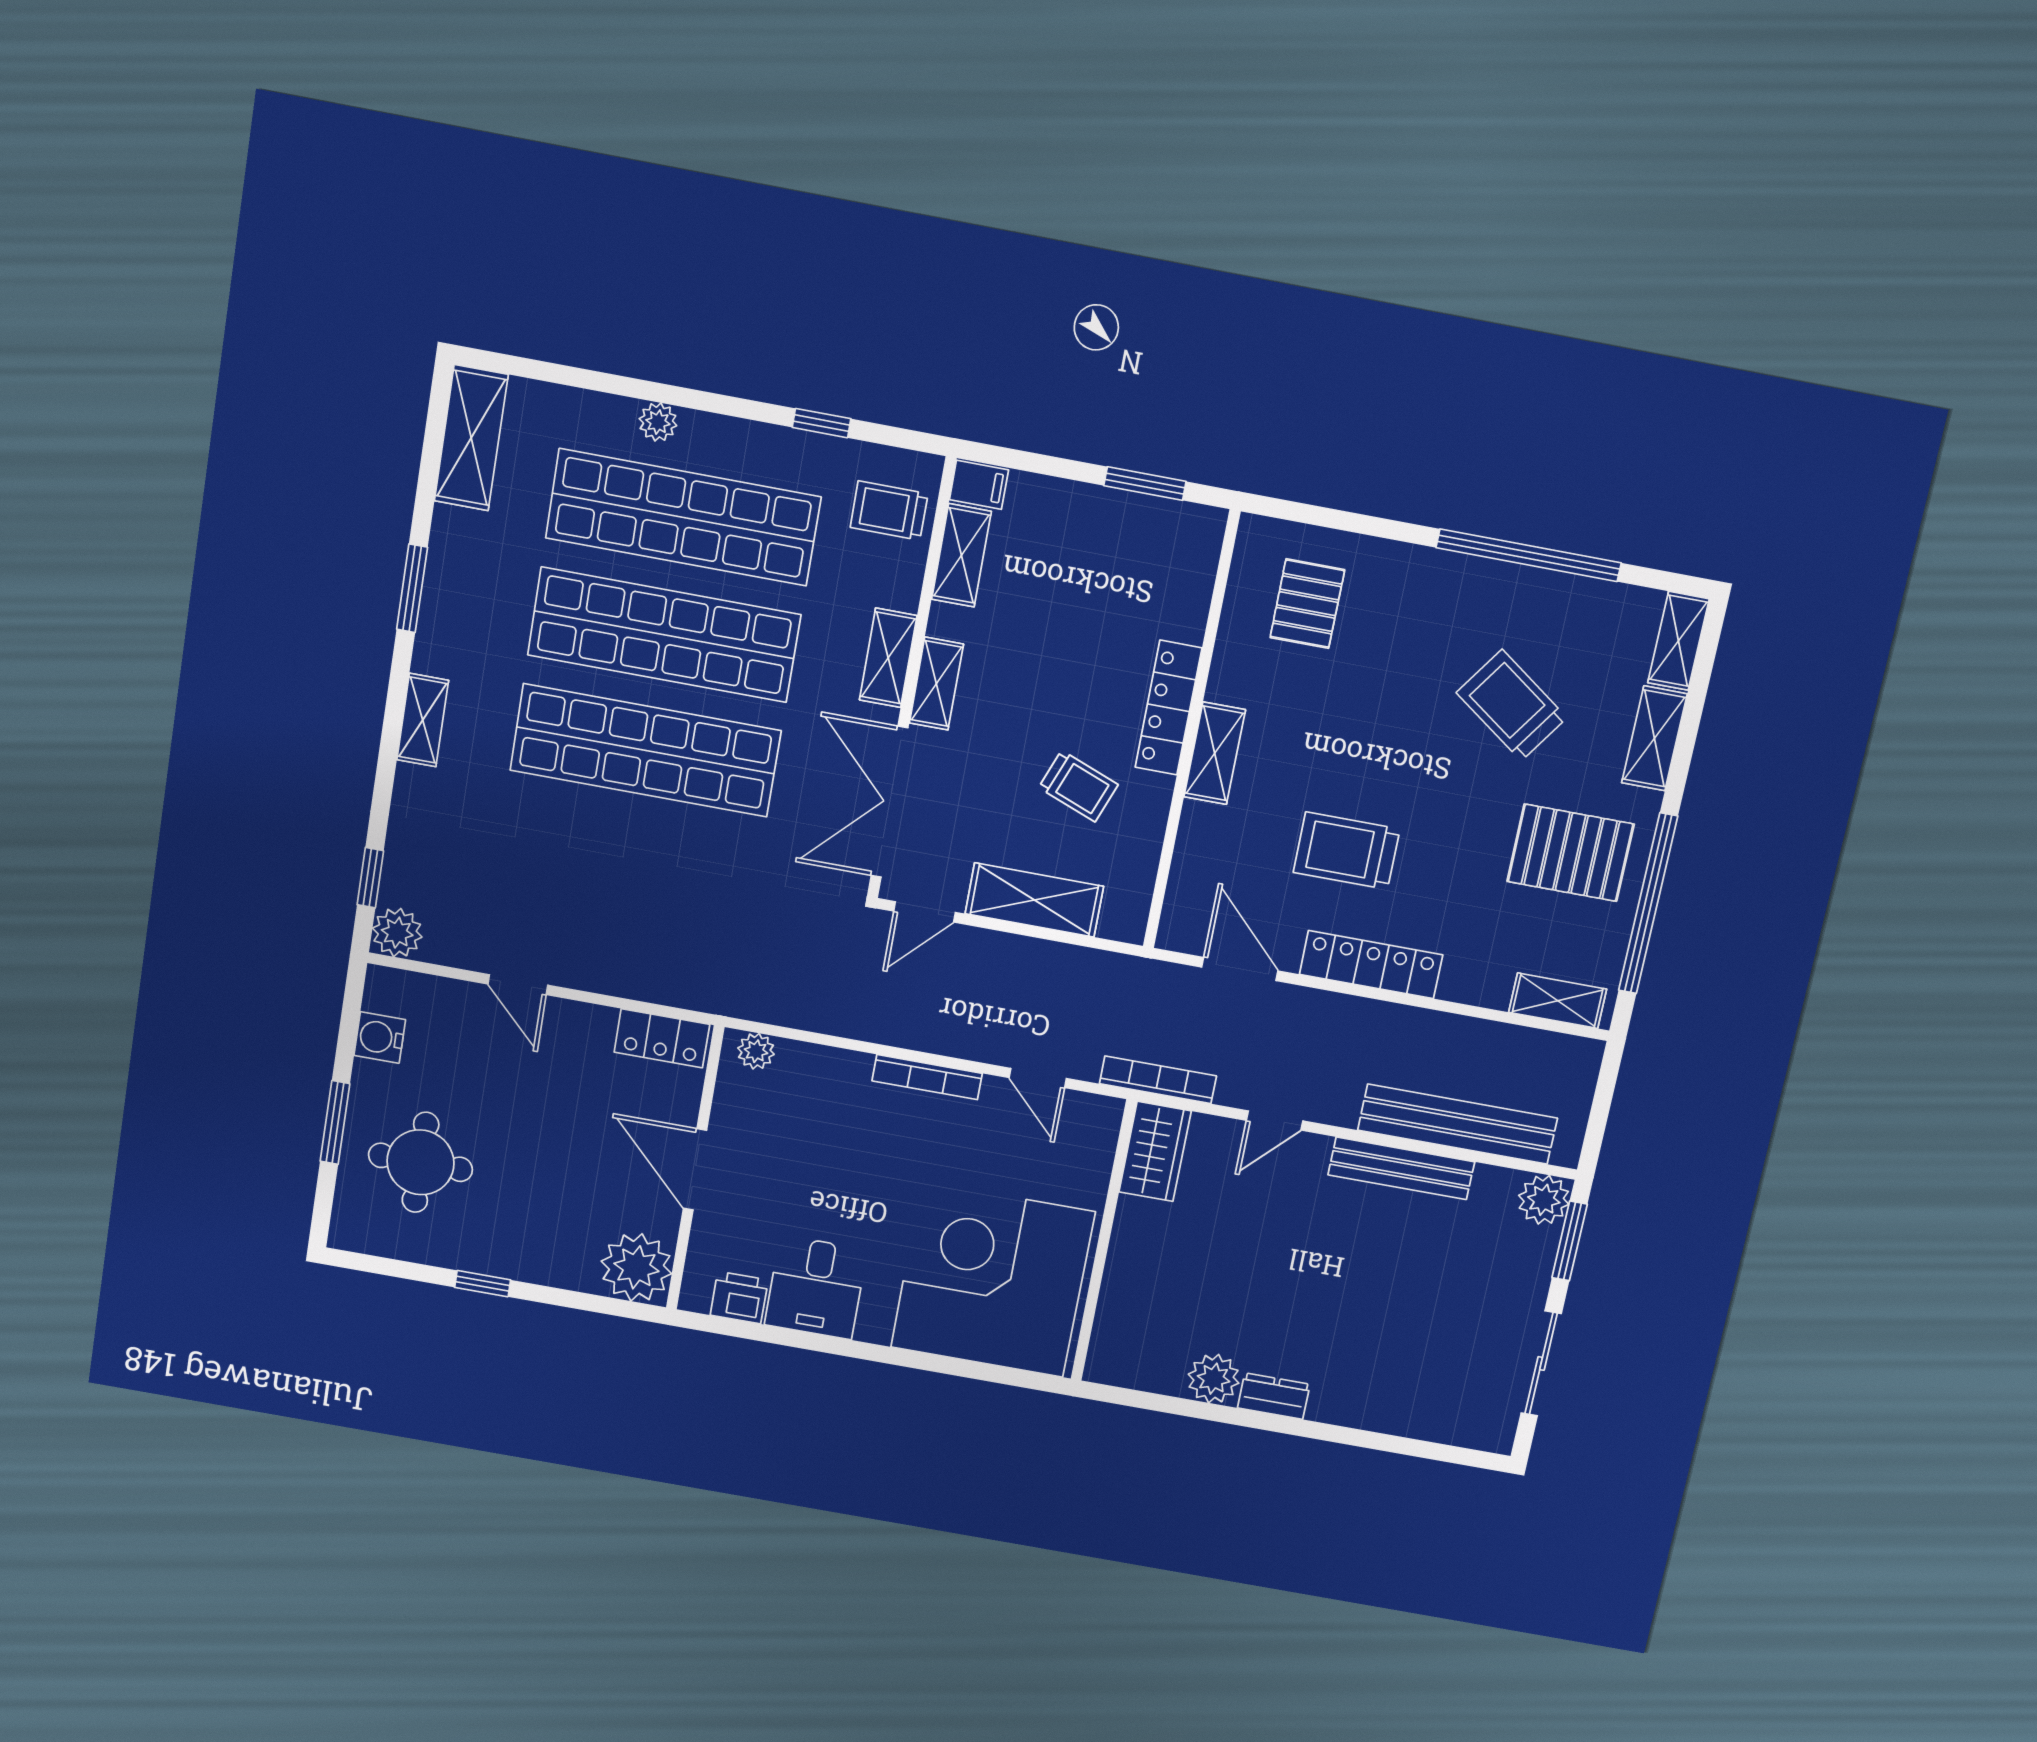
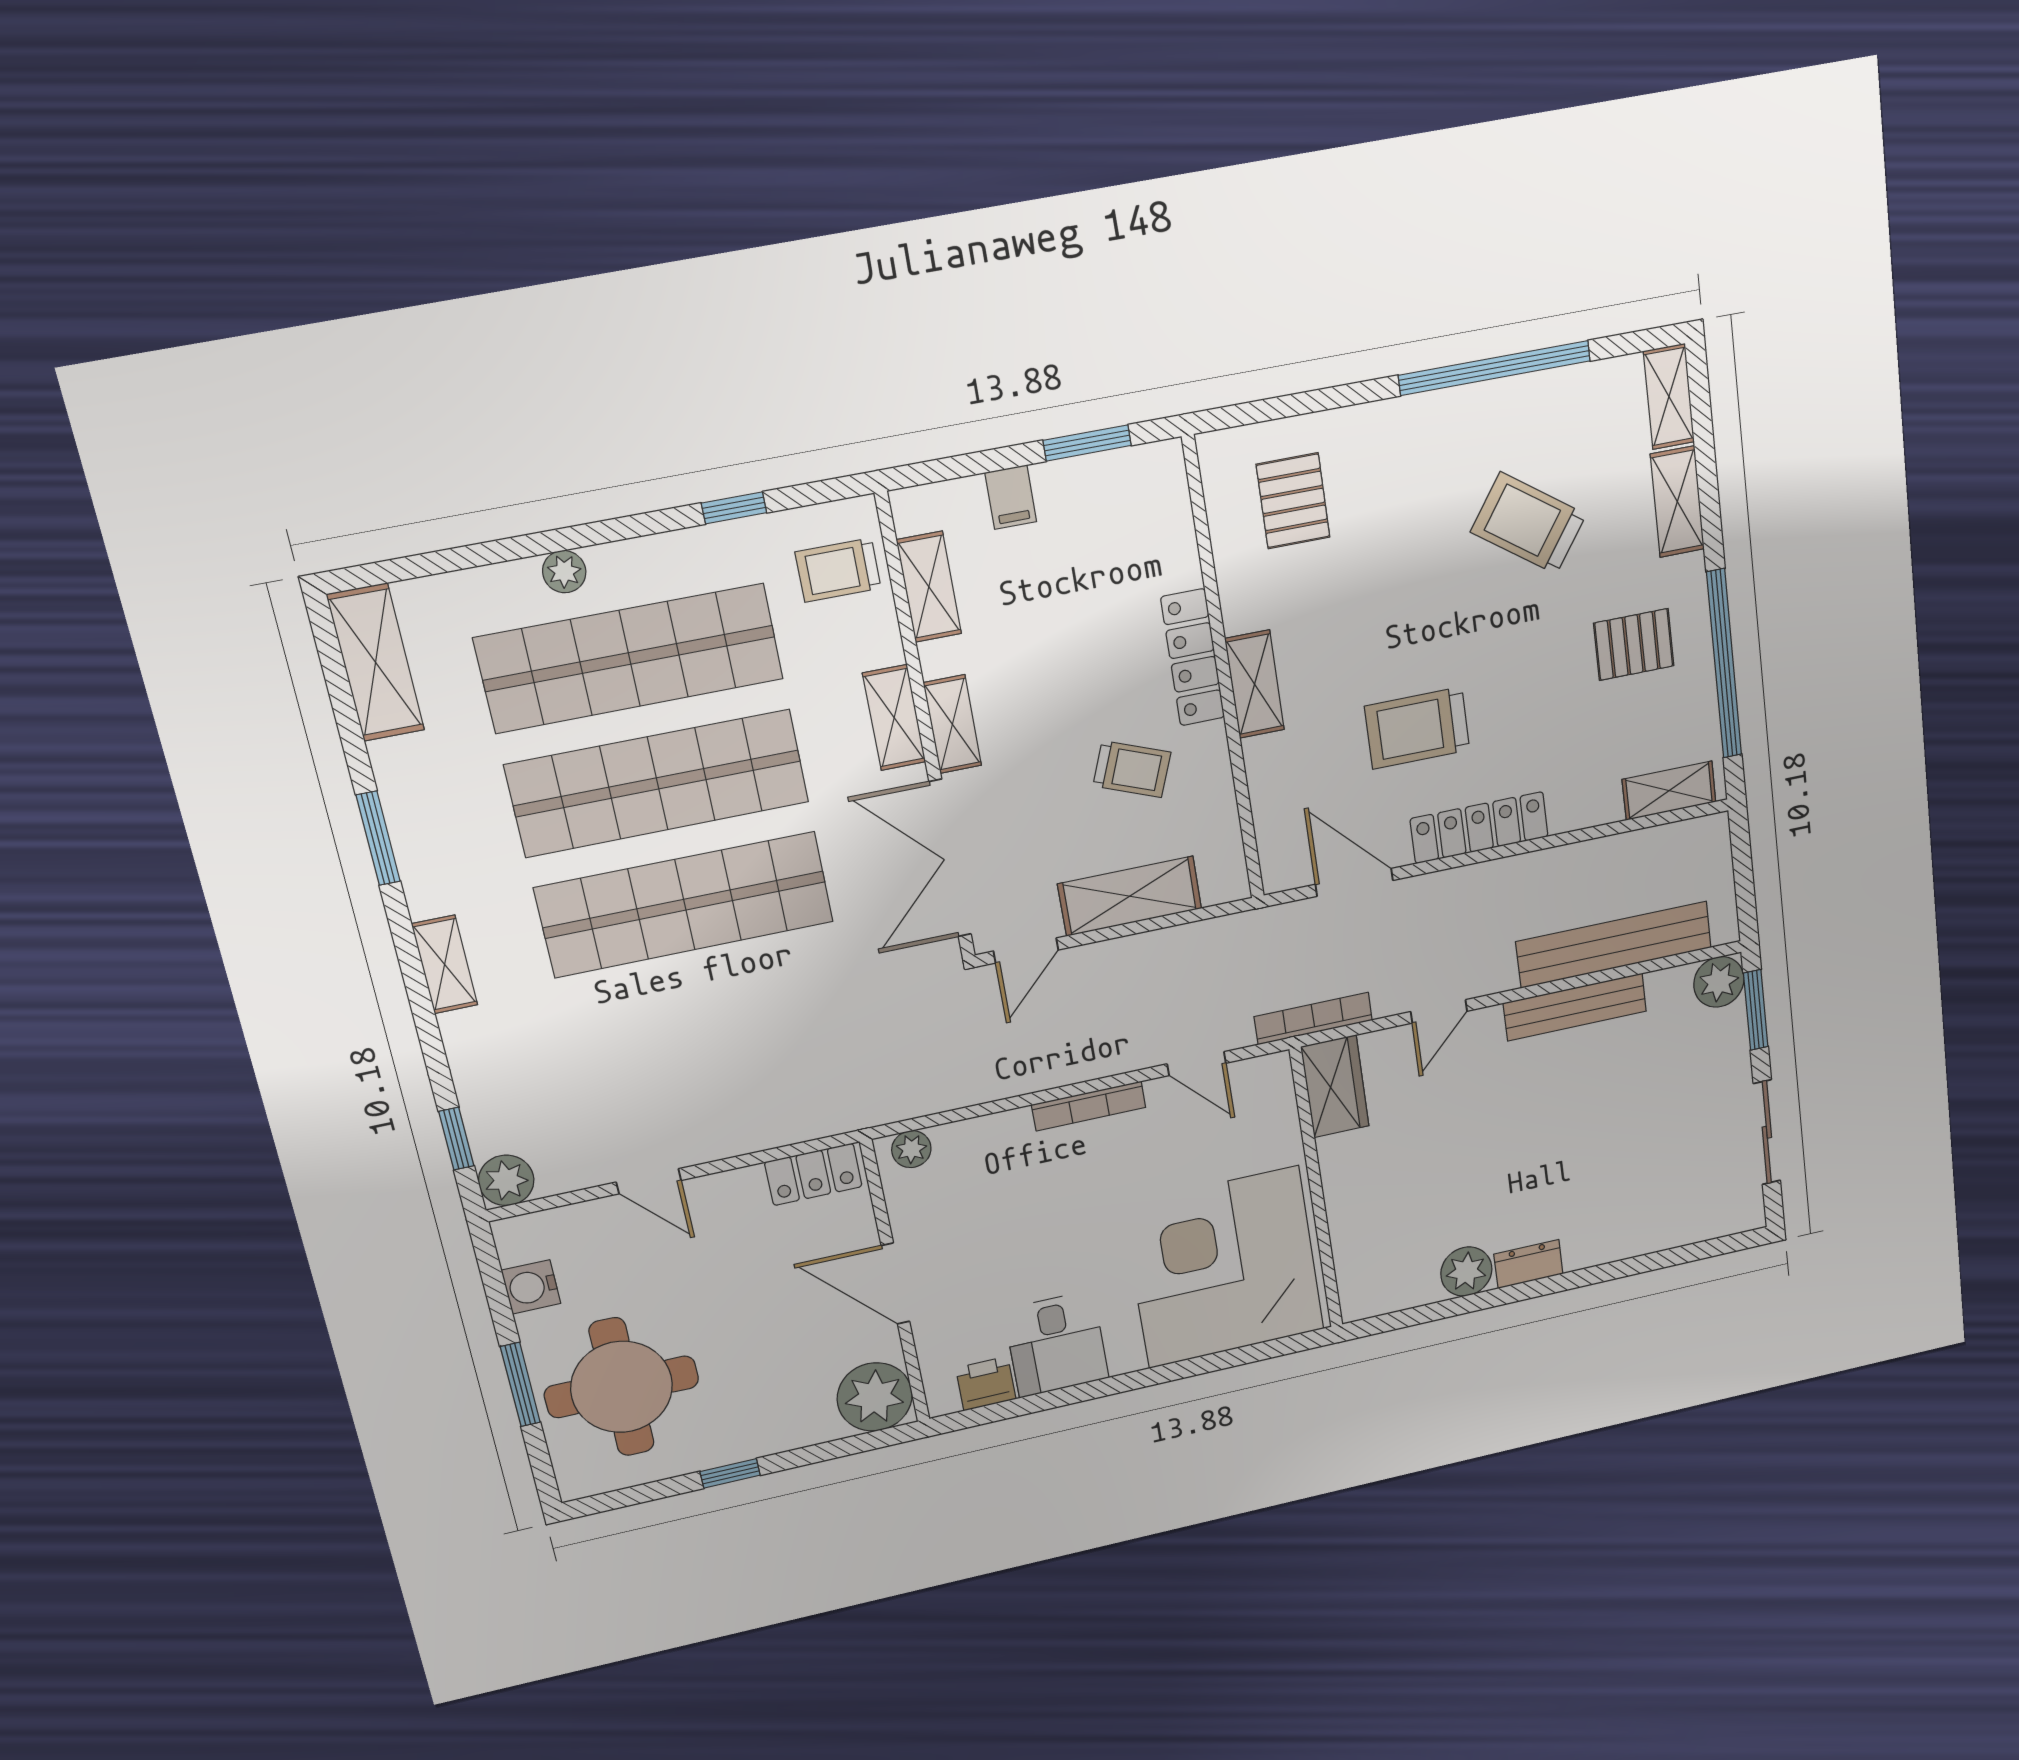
filing cabinet: (979, 485) -> (1011, 497), moved, turned 90
pallet: (1571, 853) -> (1634, 645), width x0.67, depth x0.71
round table: (421, 1162) -> (622, 1387), width x1.36, depth x1.36

